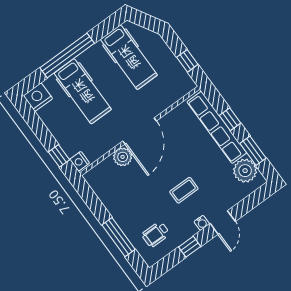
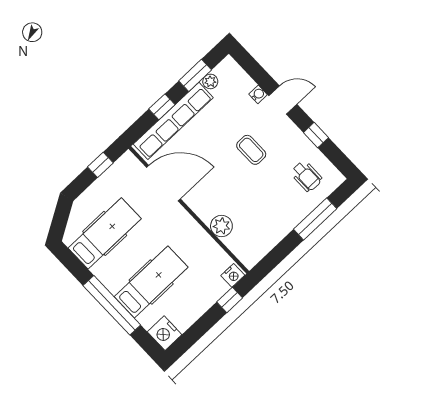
door: (140, 131) -> (163, 183), moved
plant: (245, 171) -> (210, 81), width x0.53, depth x0.53
water cooler: (202, 223) -> (258, 94), moved

